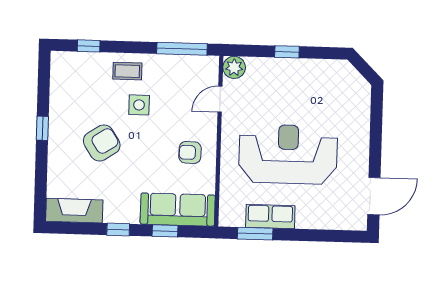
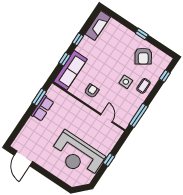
plant: (234, 67) -> (116, 133), removed
armchair: (102, 143) -> (143, 56), moved
reception desk: (288, 154) -> (77, 155), moved, turned 90

